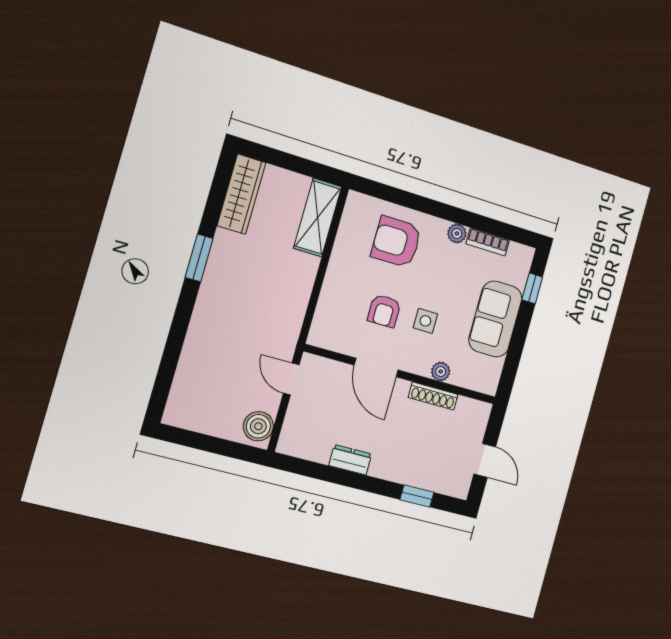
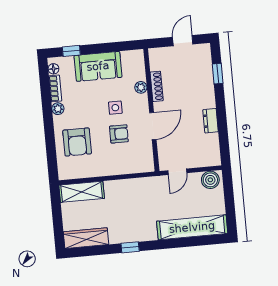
floor lamp: (517, 251) -> (53, 69), added
window: (199, 258) -> (130, 247), width x0.67
shelving: (193, 370) -> (192, 227), added

